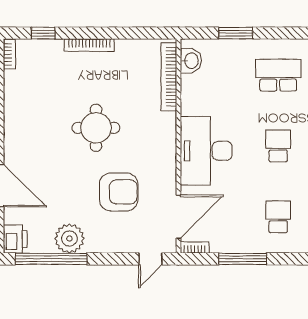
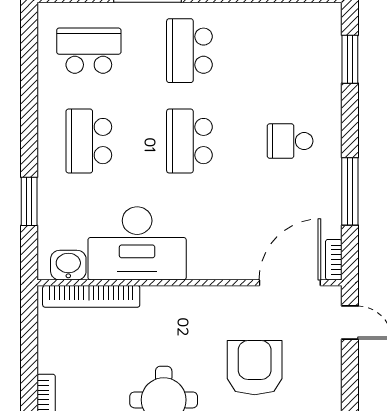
school desk: (278, 146) -> (189, 141), width x1.85
desk: (206, 151) -> (137, 243), moved
door: (178, 217) -> (290, 283), hinge flipped

